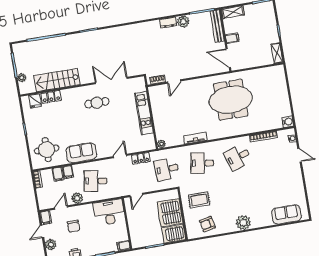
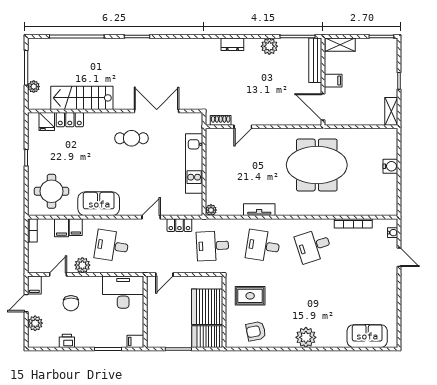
dresser: (168, 23) -> (232, 44), moved
water cooler: (288, 122) -> (390, 166), moved

